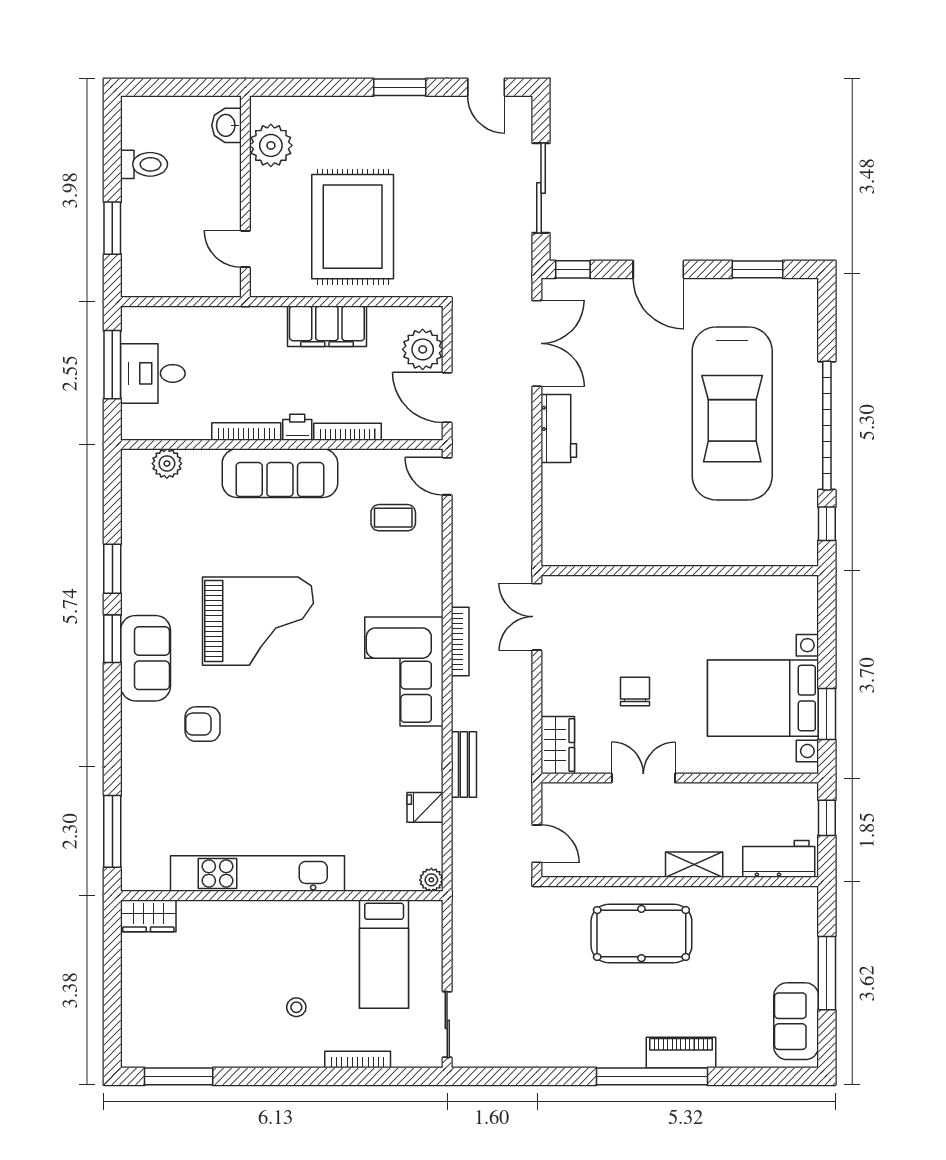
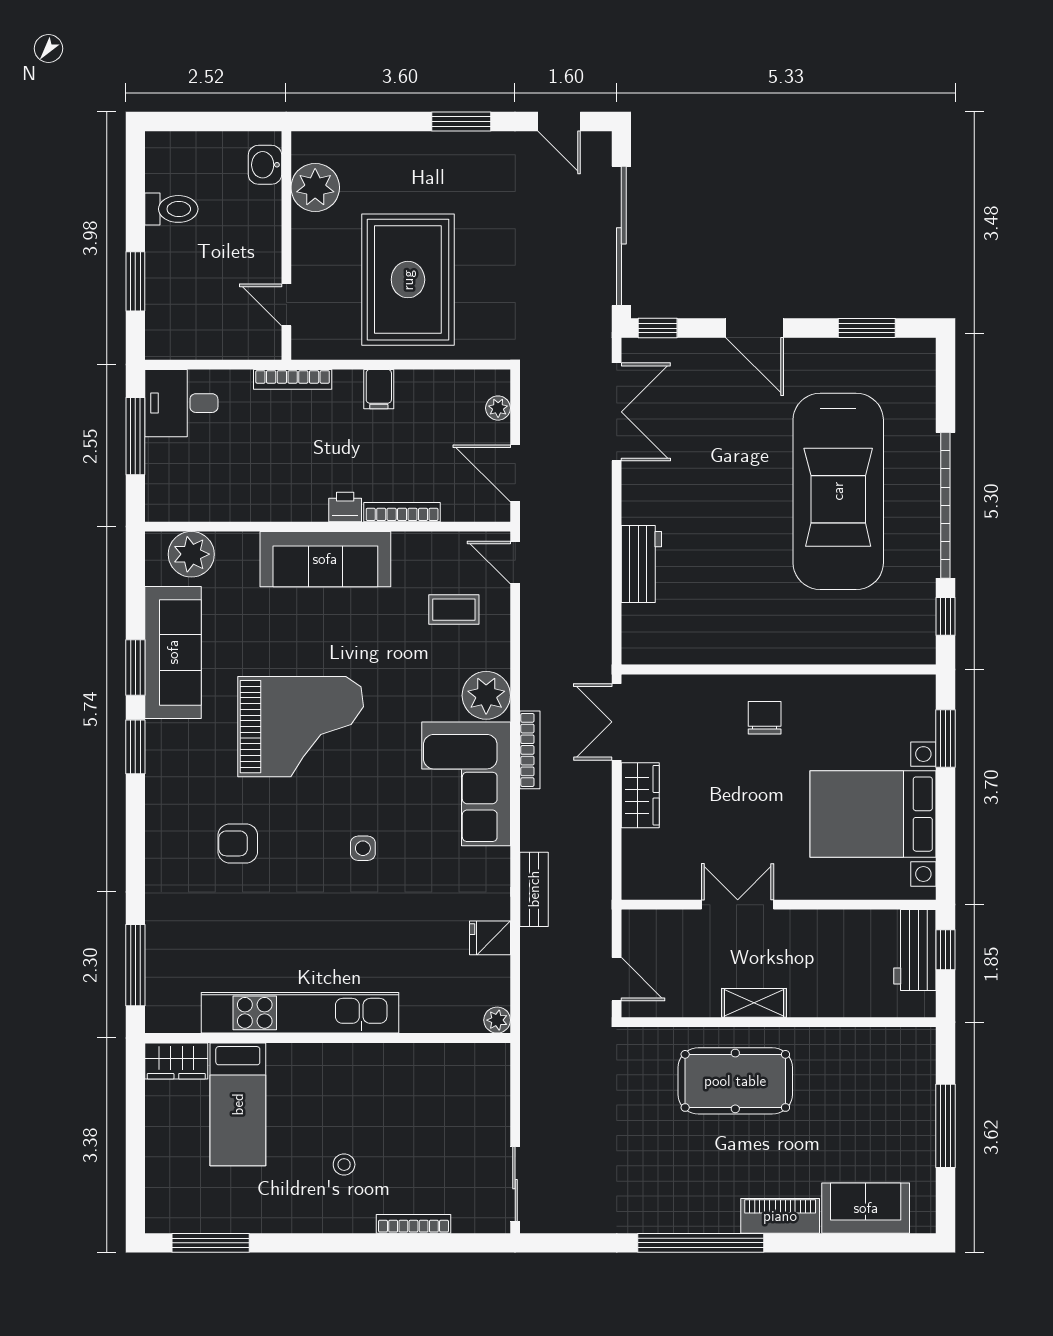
sliding door: (541, 188) -> (621, 236), width x1.36
filing cabinet: (327, 326) -> (379, 389), width x0.33, depth x0.86
plant: (423, 349) -> (498, 408), width x0.53, depth x0.53
desk: (153, 373) -> (181, 403), moved
workbench: (559, 429) -> (641, 564), moved
bookcase: (246, 431) -> (293, 379), moved, turned 180
plant: (167, 464) -> (191, 554), width x1.36, depth x1.36
plant: (422, 593) -> (486, 695), added
sofa: (145, 658) -> (173, 652), moved, width x1.36
chair: (635, 692) -> (765, 718), moved
window: (827, 714) -> (945, 739), moved
side table: (313, 728) -> (363, 848), added
wardrobe: (558, 745) -> (640, 795), moved
workbench: (779, 859) -> (915, 950), moved, turned -90
shelving: (694, 865) -> (754, 1003), moved
bed: (384, 954) -> (238, 1104), moved
sofa: (796, 1021) -> (866, 1208), moved, turned 90
window: (652, 1076) -> (701, 1243), moved

